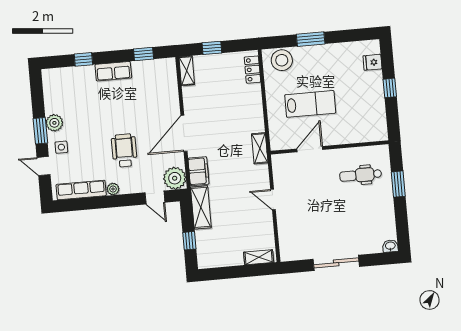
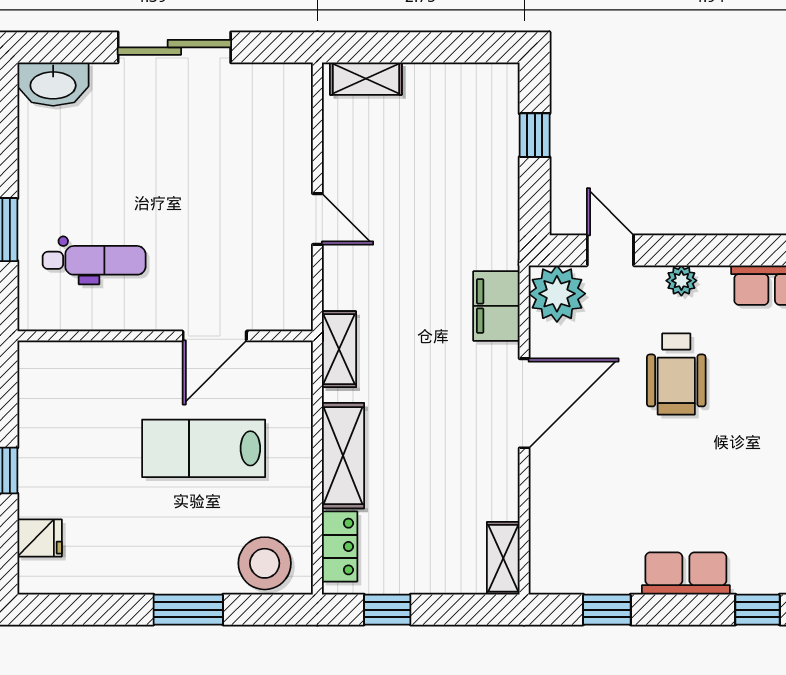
window: (212, 48) -> (387, 610), moved
plant: (113, 189) -> (681, 281), moved
shelving: (201, 207) -> (343, 456), moved
washbasin: (390, 246) -> (53, 84), width x1.91, depth x1.45

